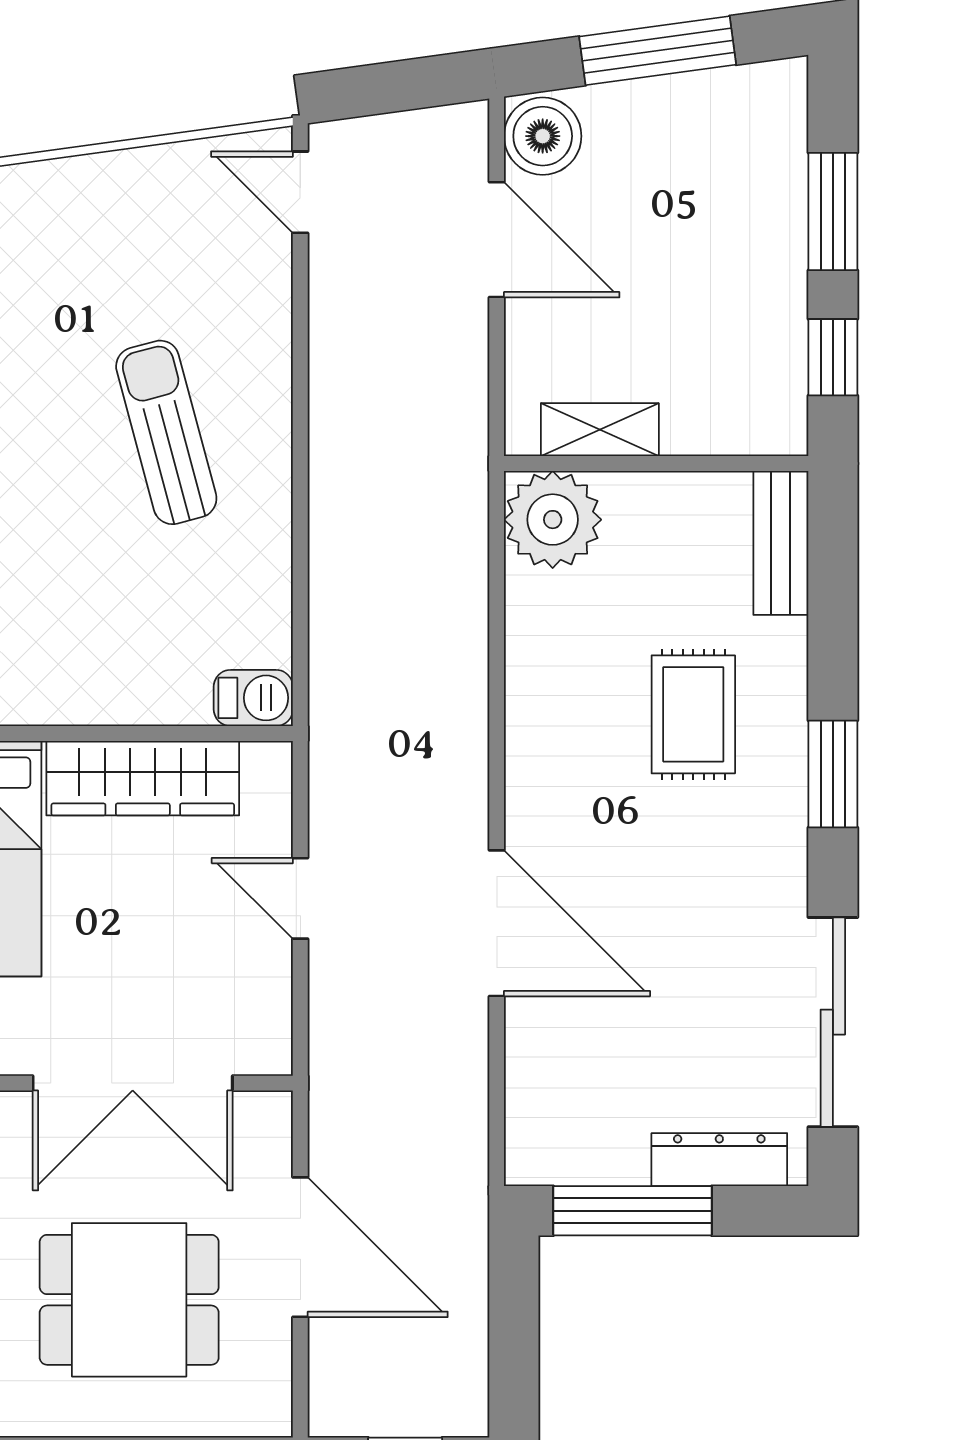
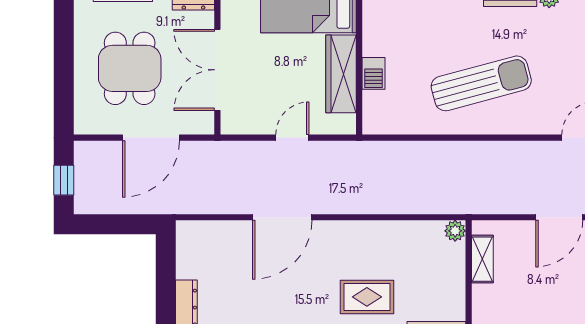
sun lounger: (166, 432) -> (481, 83), width x1.36, depth x1.34
plant: (553, 520) -> (455, 231), width x0.53, depth x0.53
barbecue: (253, 698) -> (374, 73), moved
window: (633, 1211) -> (166, 272), removed

